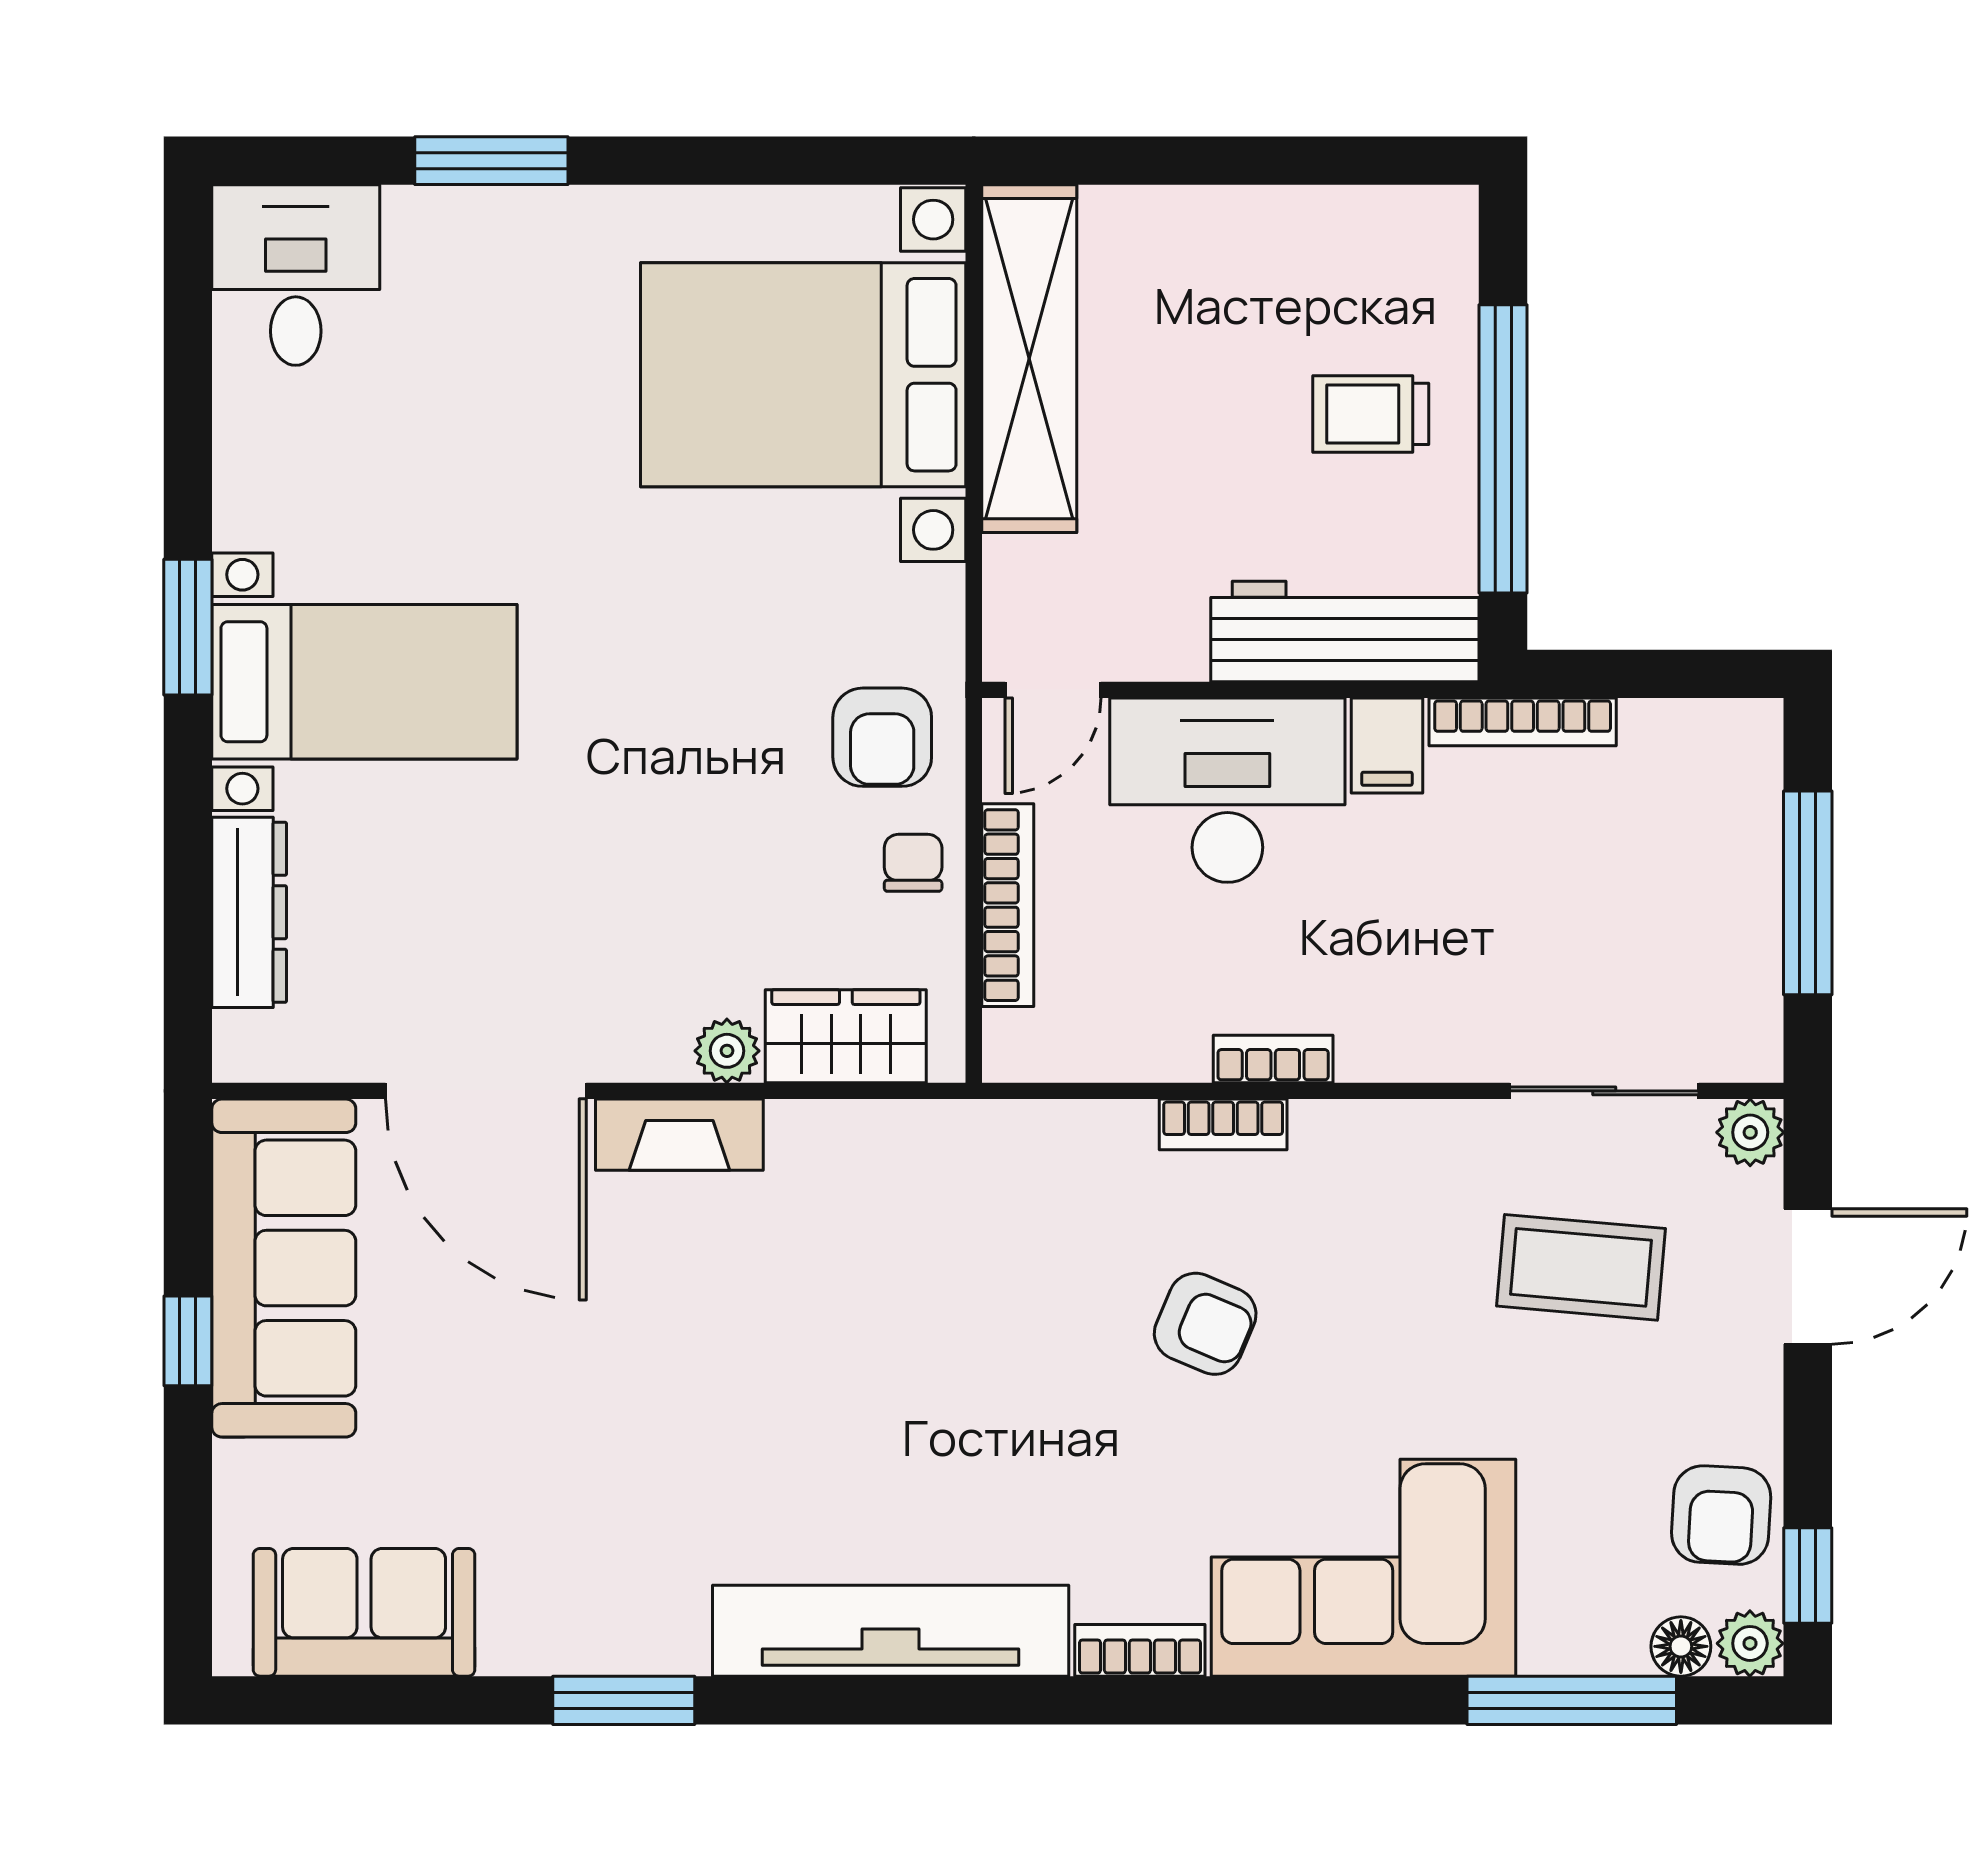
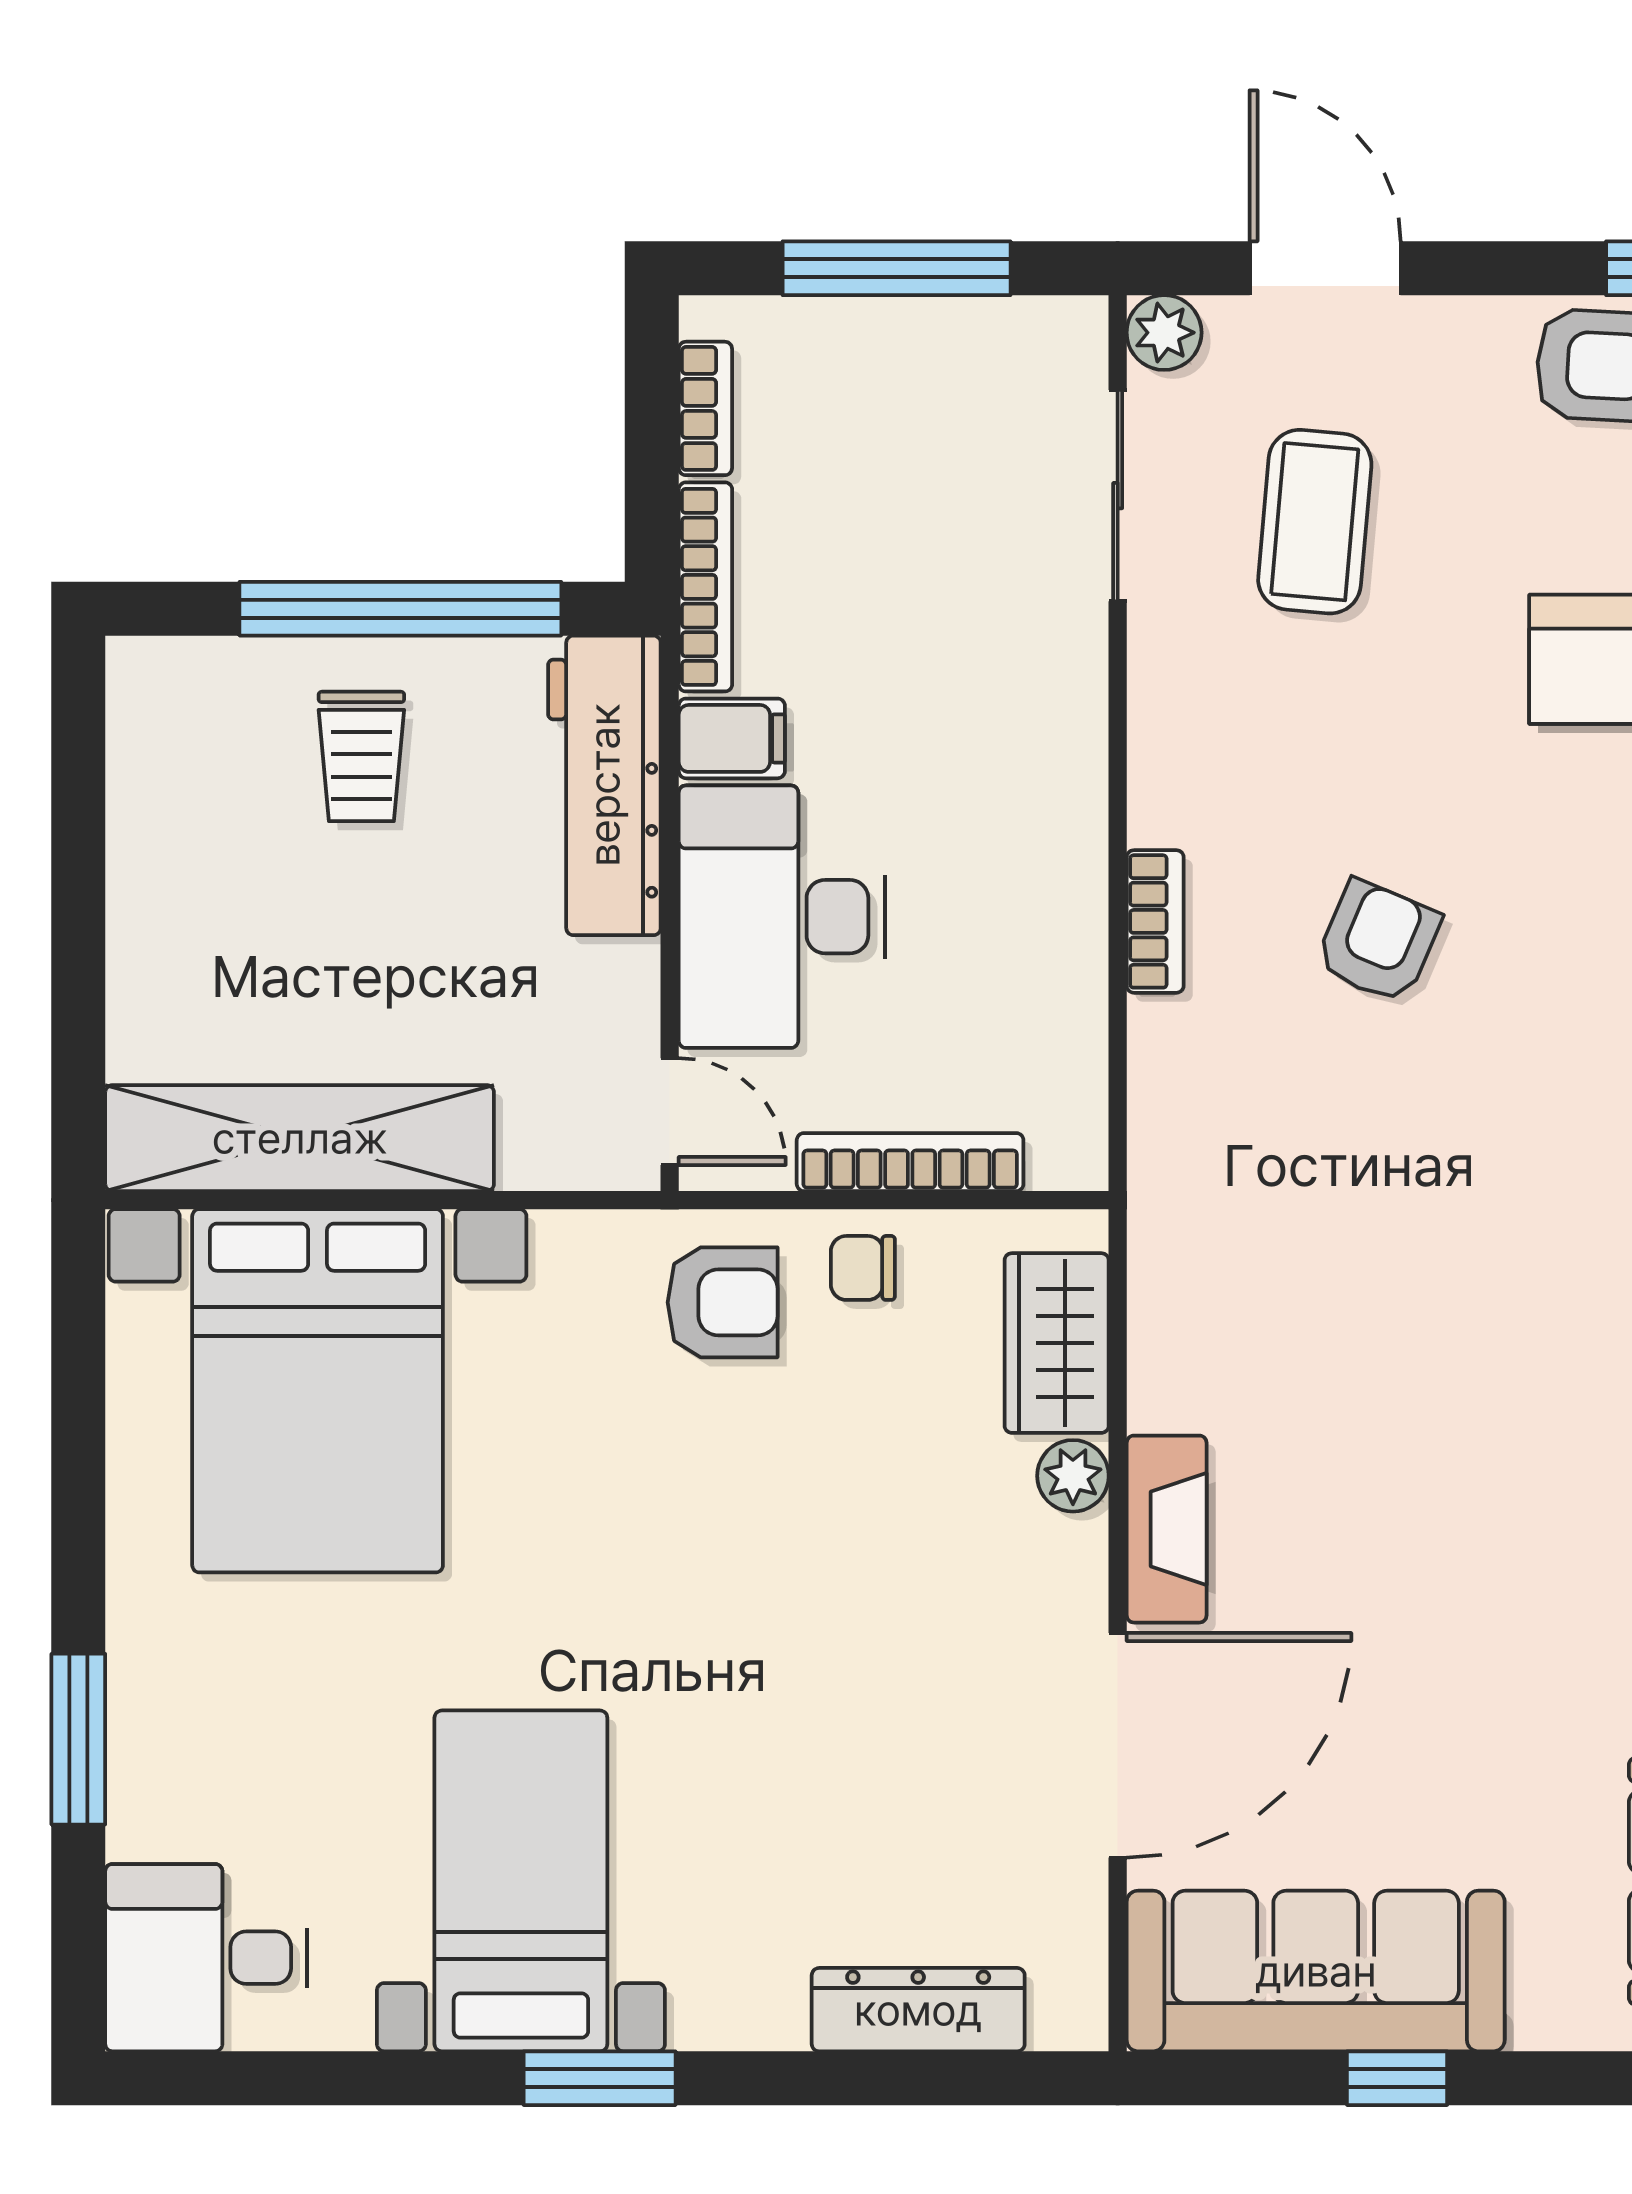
bed with nightstands: (364, 682) -> (521, 1881), moved
bookcase: (1273, 1059) -> (705, 408), moved, turned 180

